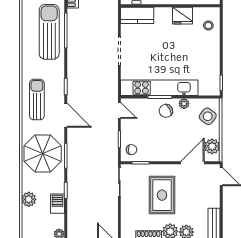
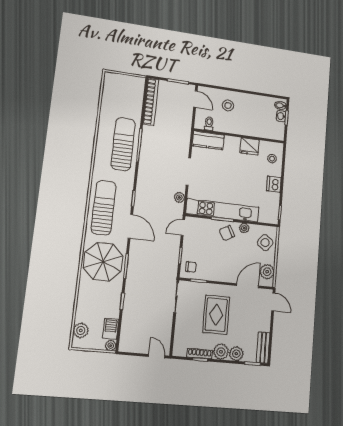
dishwasher: (212, 53) -> (274, 184), added
plant: (113, 80) -> (179, 197), added
sun lounger: (37, 100) -> (104, 208), width x1.36, depth x1.34
door: (119, 110) -> (183, 228), swing flipped
plant: (29, 199) -> (81, 330), moved
barbecue: (57, 204) -> (111, 329), moved

